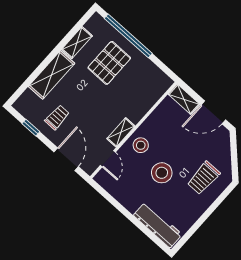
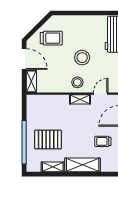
trolley: (204, 178) -> (51, 38), moved

